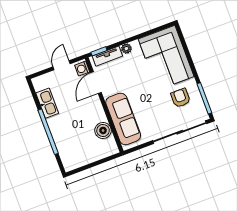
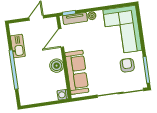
washing machine: (82, 69) -> (63, 95), moved
boiler: (103, 130) -> (57, 66), moved

